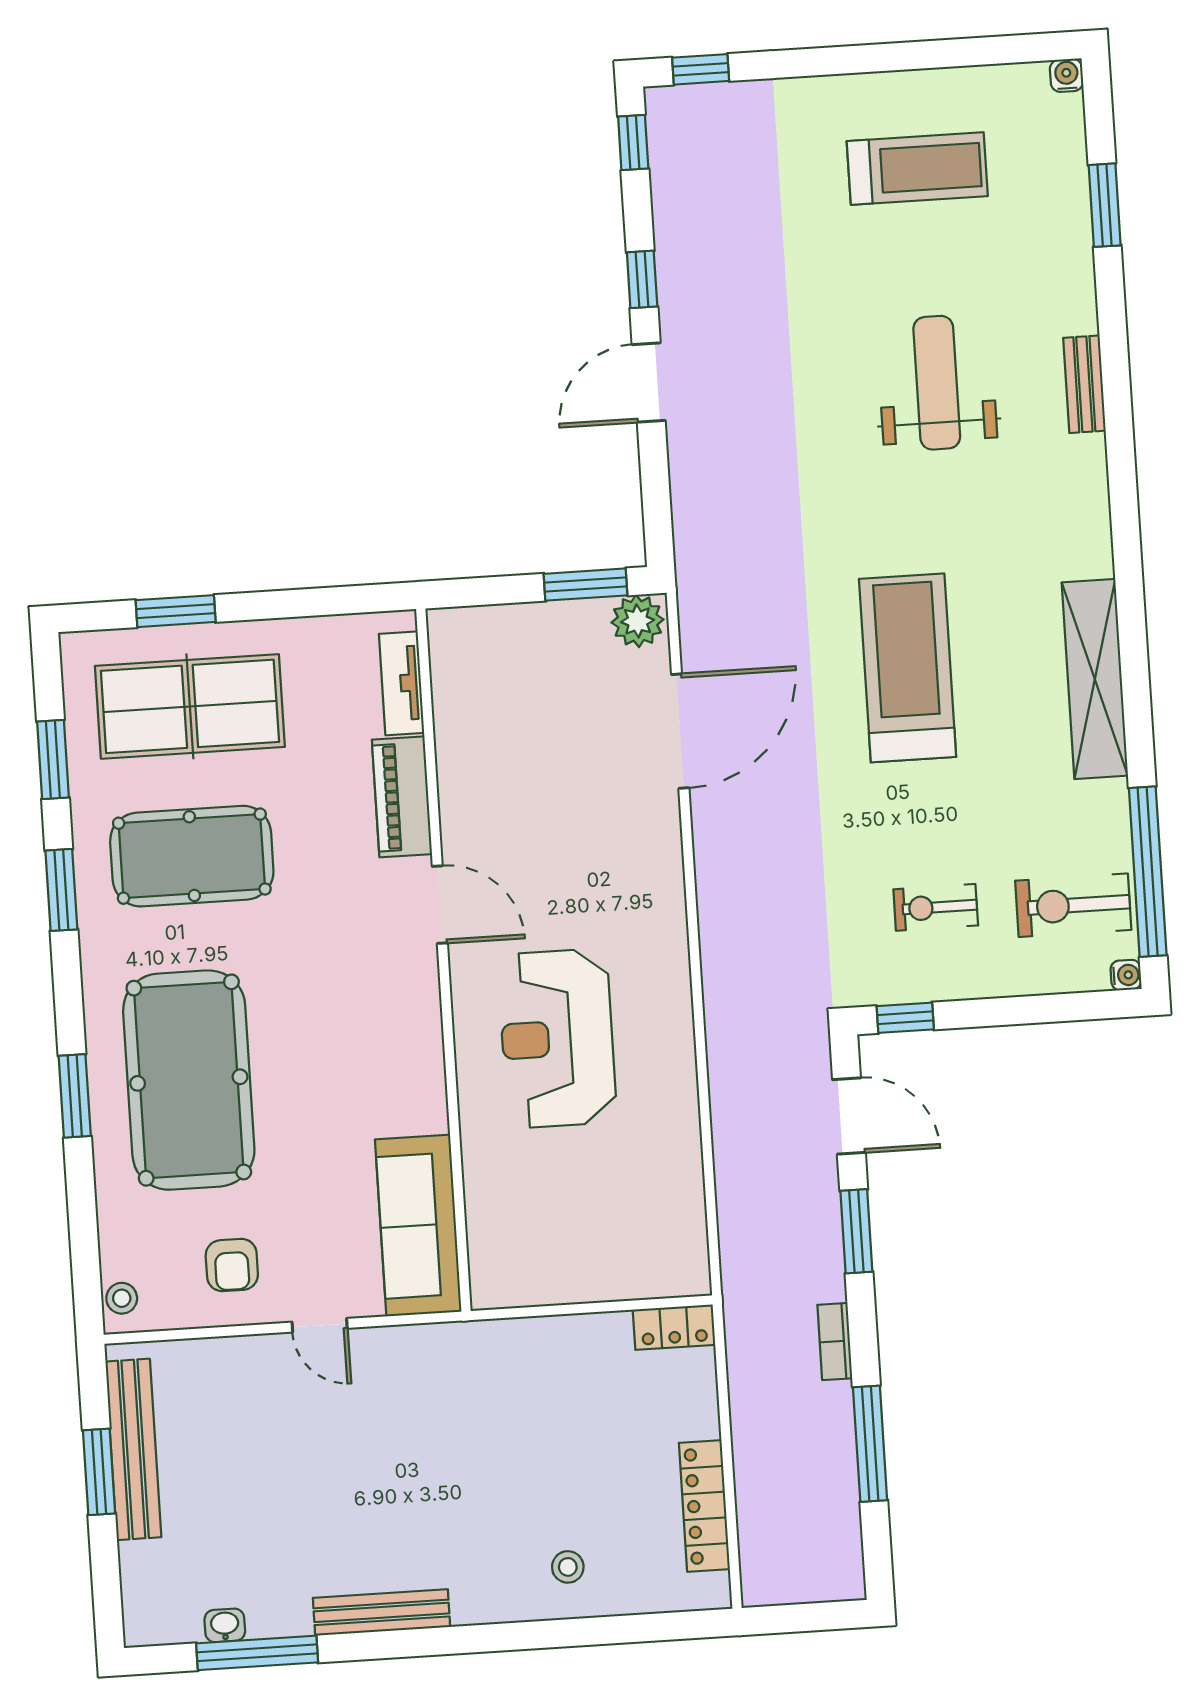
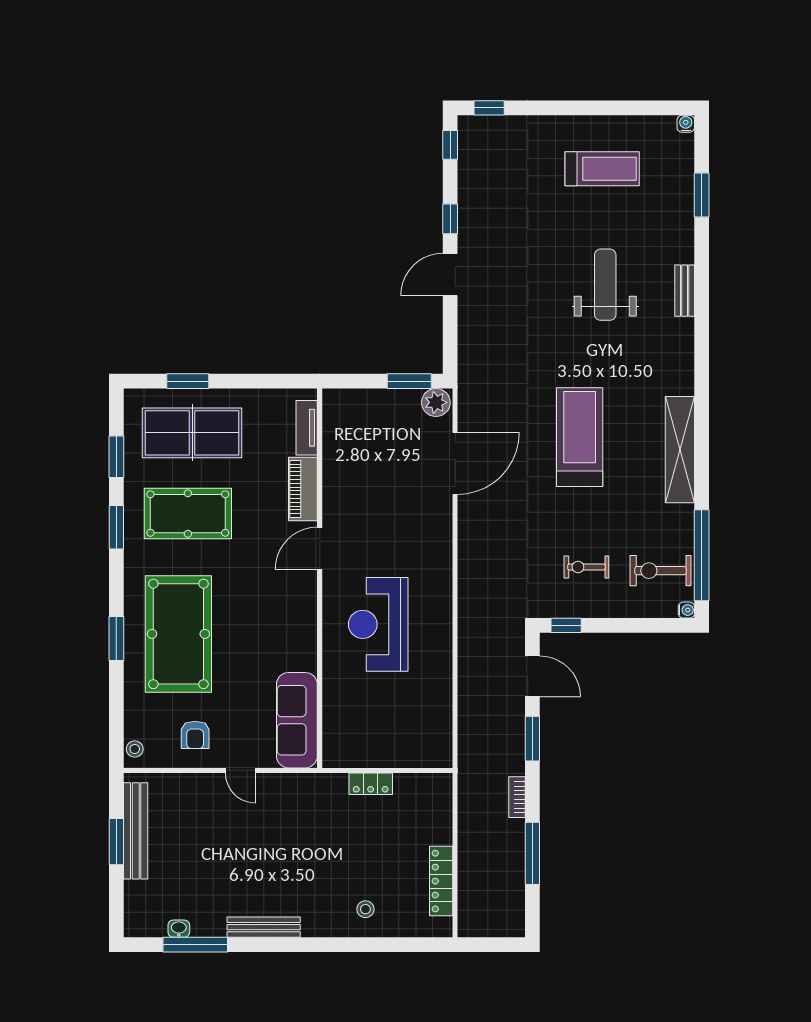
door: (440, 905) -> (320, 548), swing flipped
locker: (674, 1327) -> (371, 784), moved

